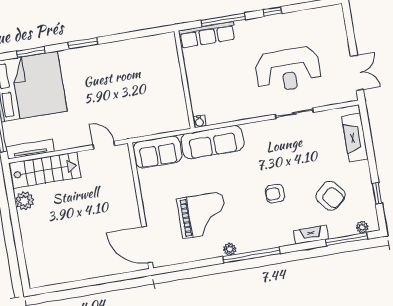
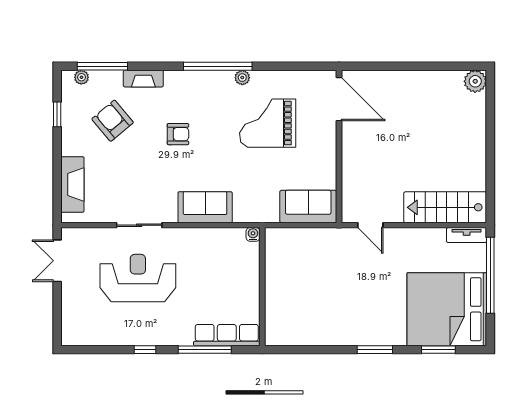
sofa: (212, 142) -> (205, 207), moved, width x0.73
tv unit: (30, 149) -> (467, 235), width x0.71
plant: (24, 201) -> (475, 81), moved

